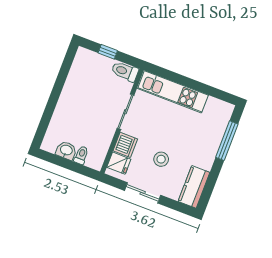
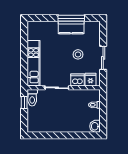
window: (108, 52) -> (24, 103), moved
window: (227, 141) -> (71, 18), moved
washbasin: (66, 150) -> (95, 126), moved
kitchen counter: (194, 187) -> (71, 28), moved

